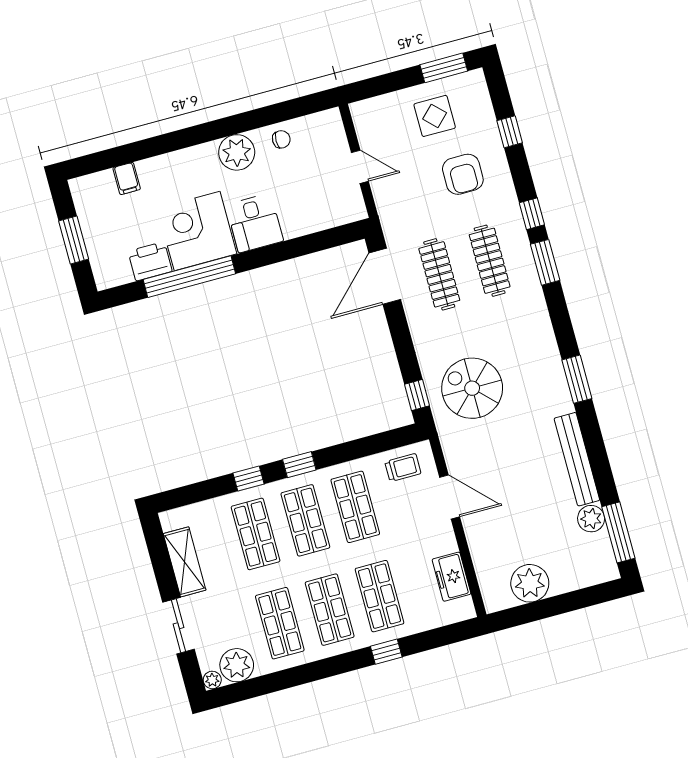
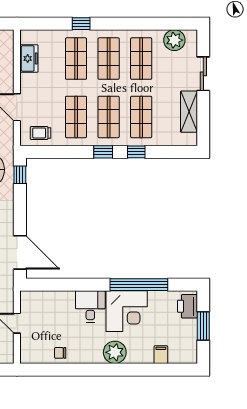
plant: (237, 152) -> (115, 352), moved
printer: (150, 261) -> (187, 306), moved, turned 90
door: (385, 276) -> (20, 252), hinge flipped
plant: (212, 680) -> (192, 35), removed

